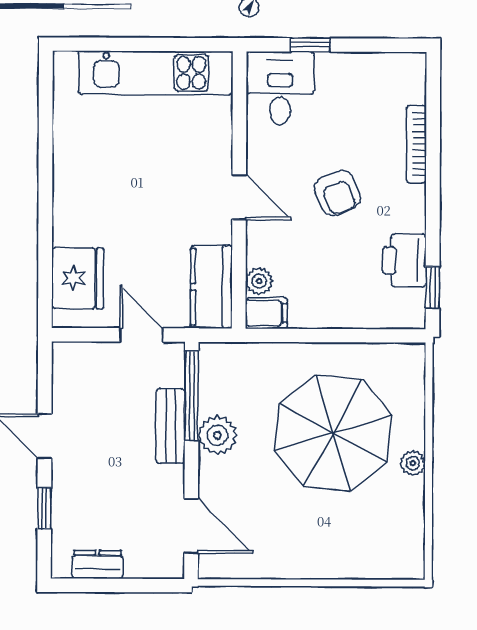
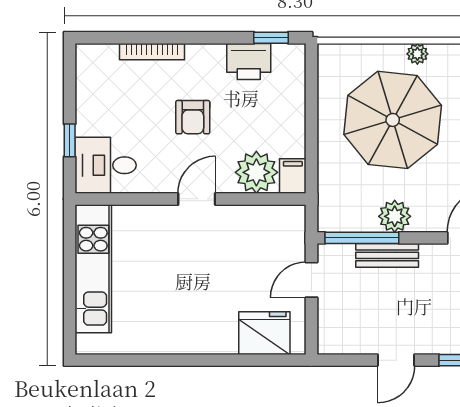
armchair: (337, 193) -> (193, 117), turned 113
plant: (259, 281) -> (256, 172), width x1.87, depth x1.87
kitchen counter: (211, 287) -> (271, 222), removed

